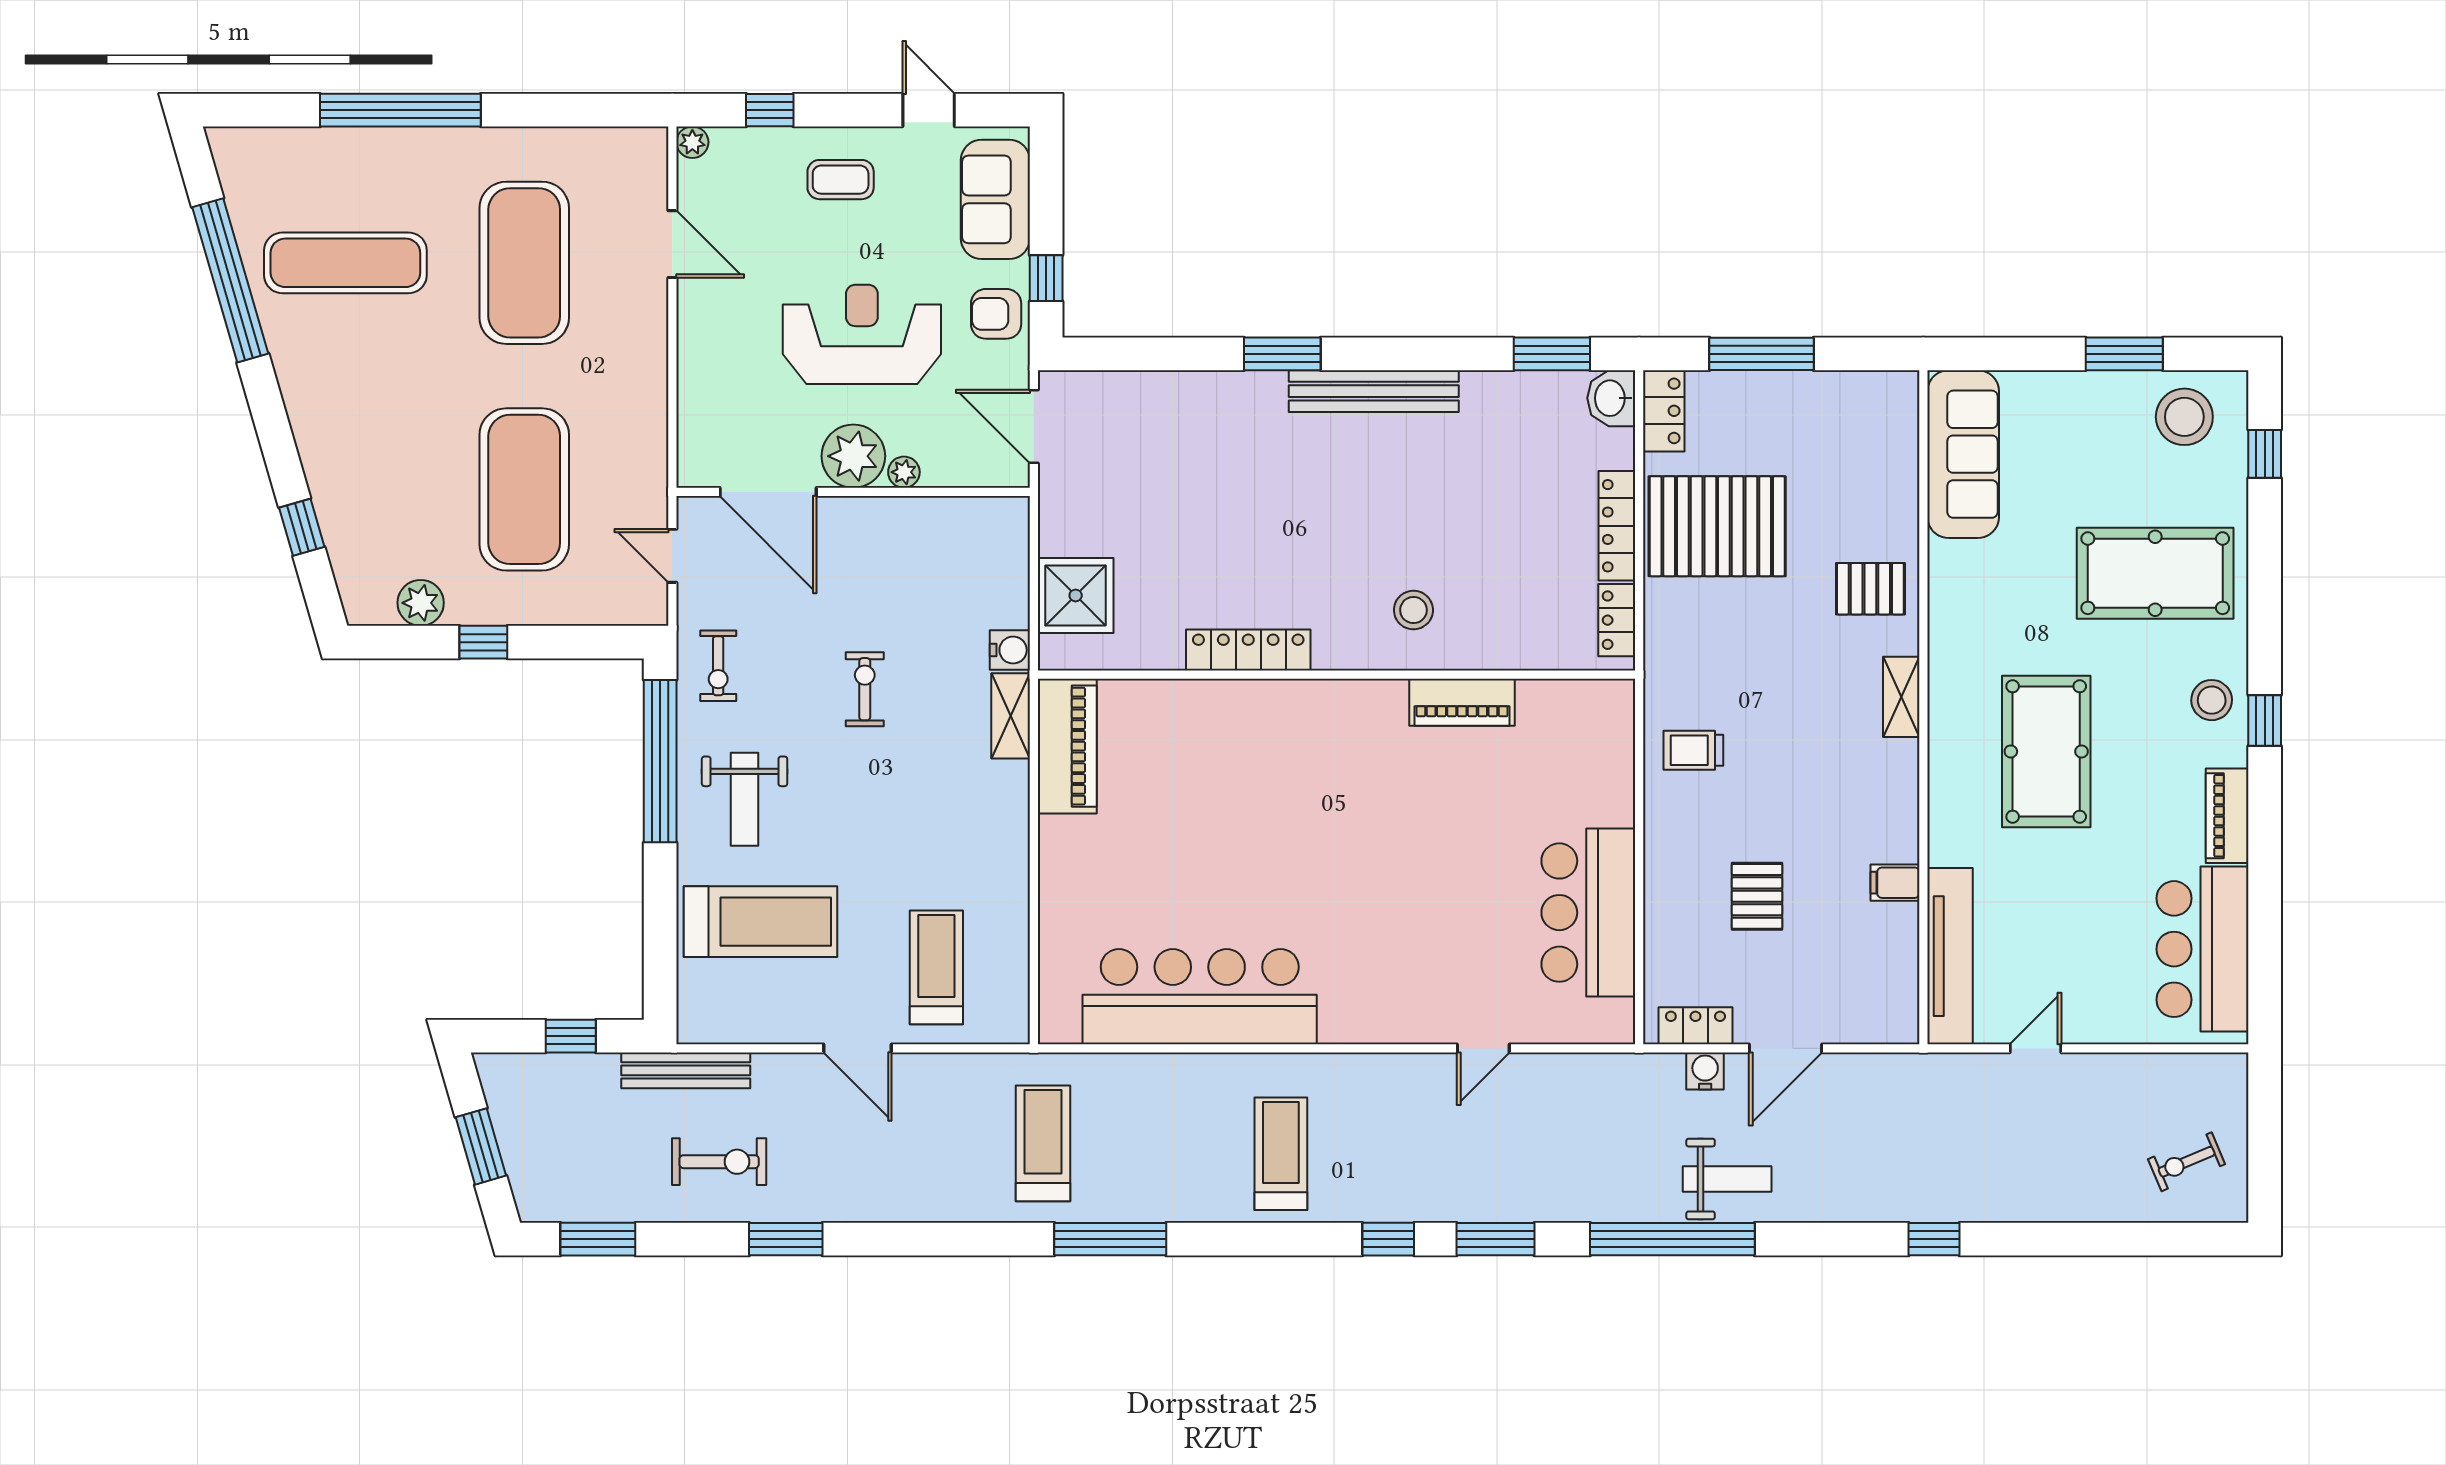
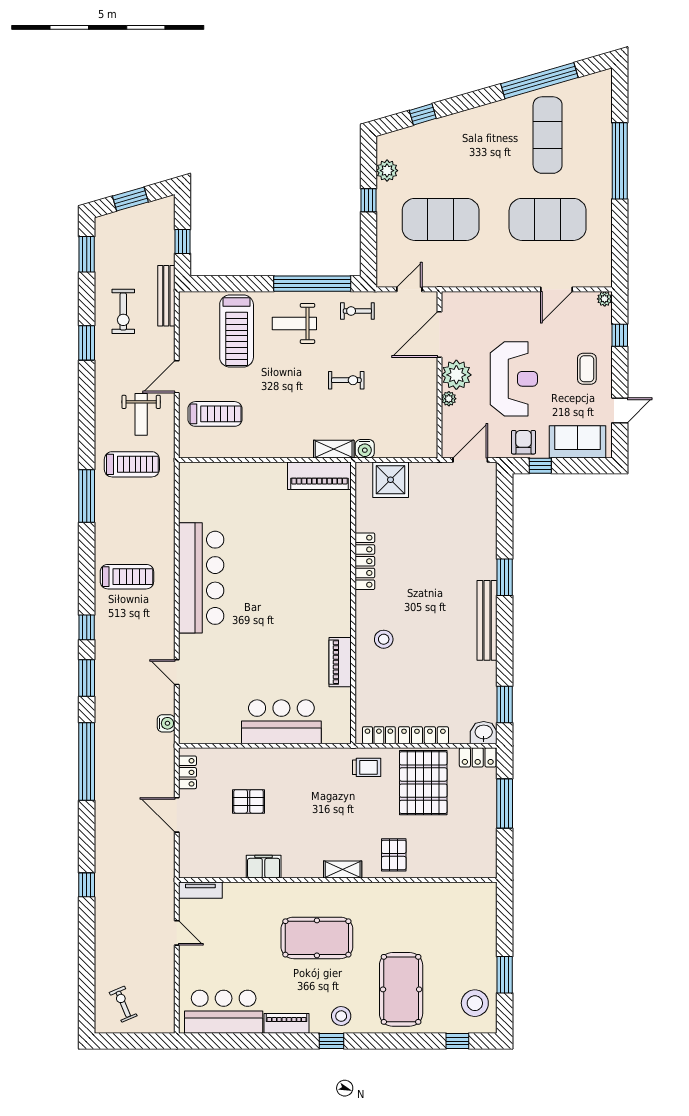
sofa: (1963, 454) -> (457, 899), removed
trolley: (1693, 750) -> (367, 767), moved, turned 90
filing cabinet: (1895, 883) -> (264, 867), width x2.00
bar counter: (1588, 913) -> (281, 722), moved
tv unit: (1950, 956) -> (200, 890), width x0.52, depth x0.78
bar counter: (1200, 997) -> (201, 578), moved
water cooler: (1705, 1071) -> (166, 723), moved
weight bench: (1727, 1179) -> (141, 414), moved

